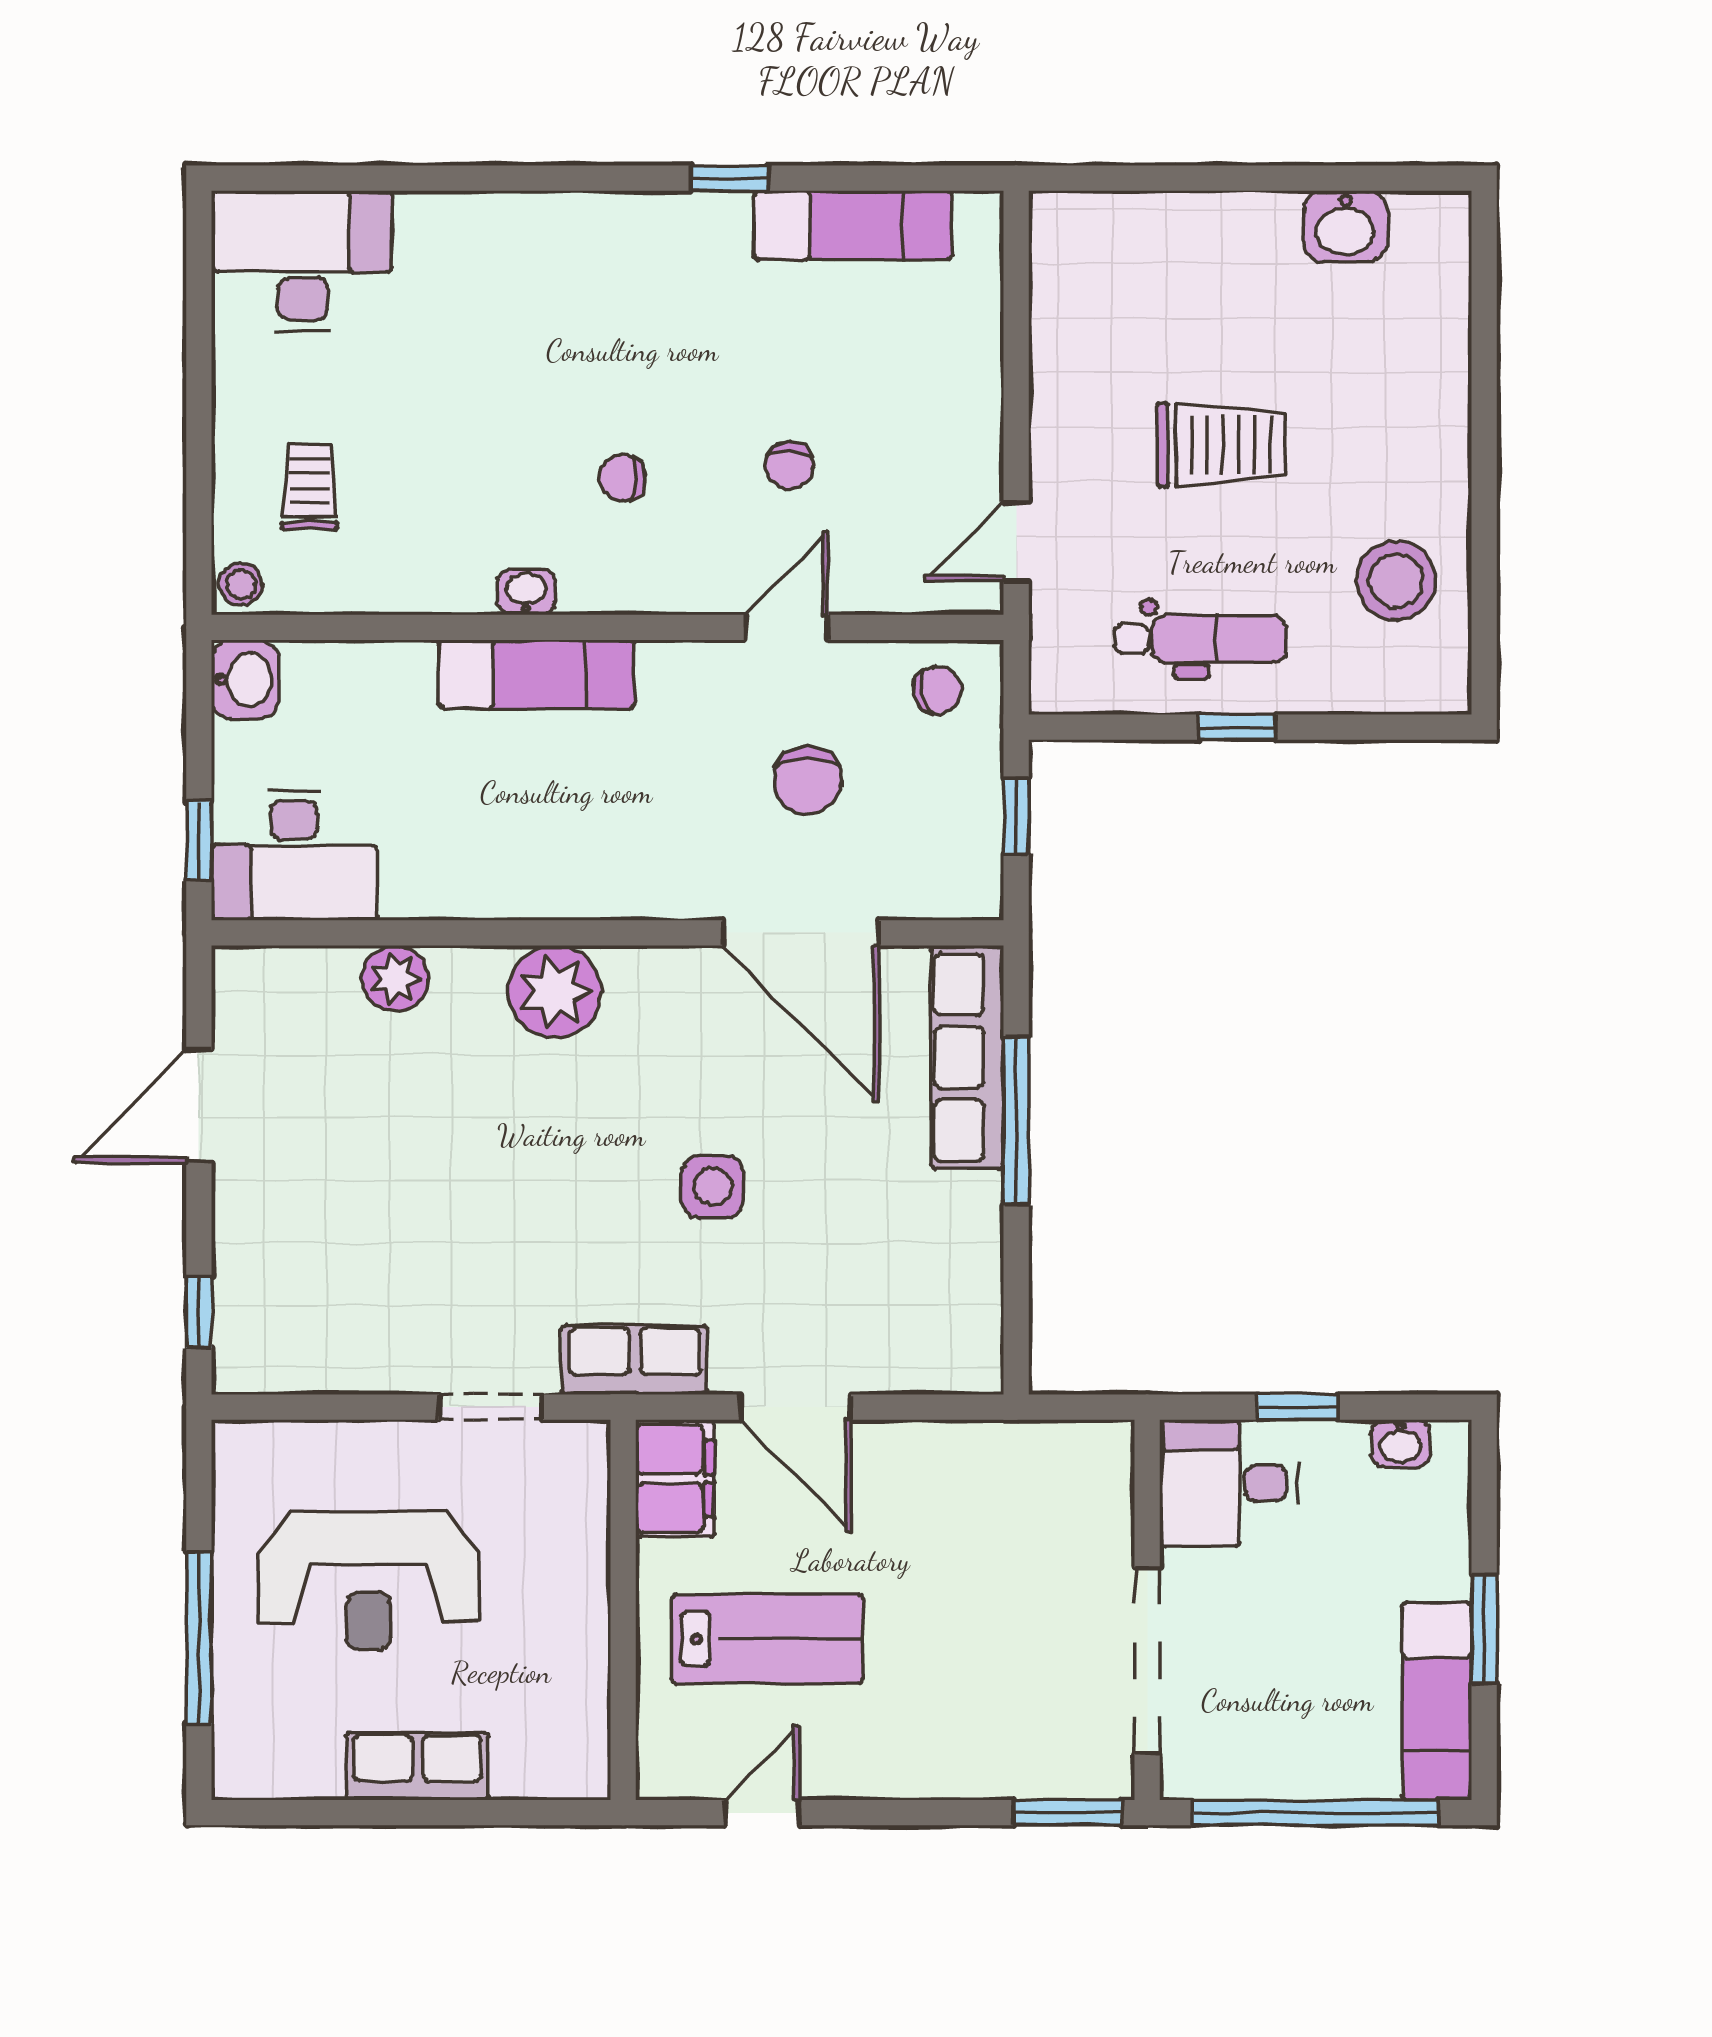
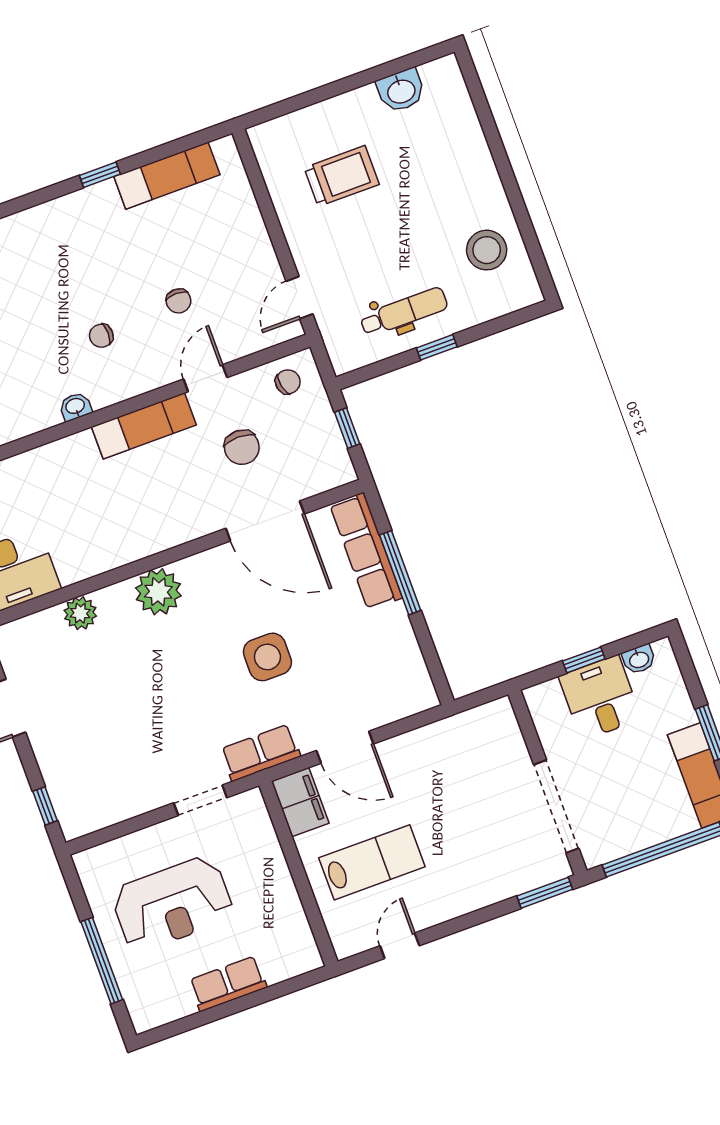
trolley: (1222, 445) -> (342, 176), moved
exam couch: (537, 674) -> (144, 426), moved
side table: (713, 1187) -> (267, 657), width x1.37, depth x1.37
desk: (1228, 1483) -> (600, 698), moved, turned 90

